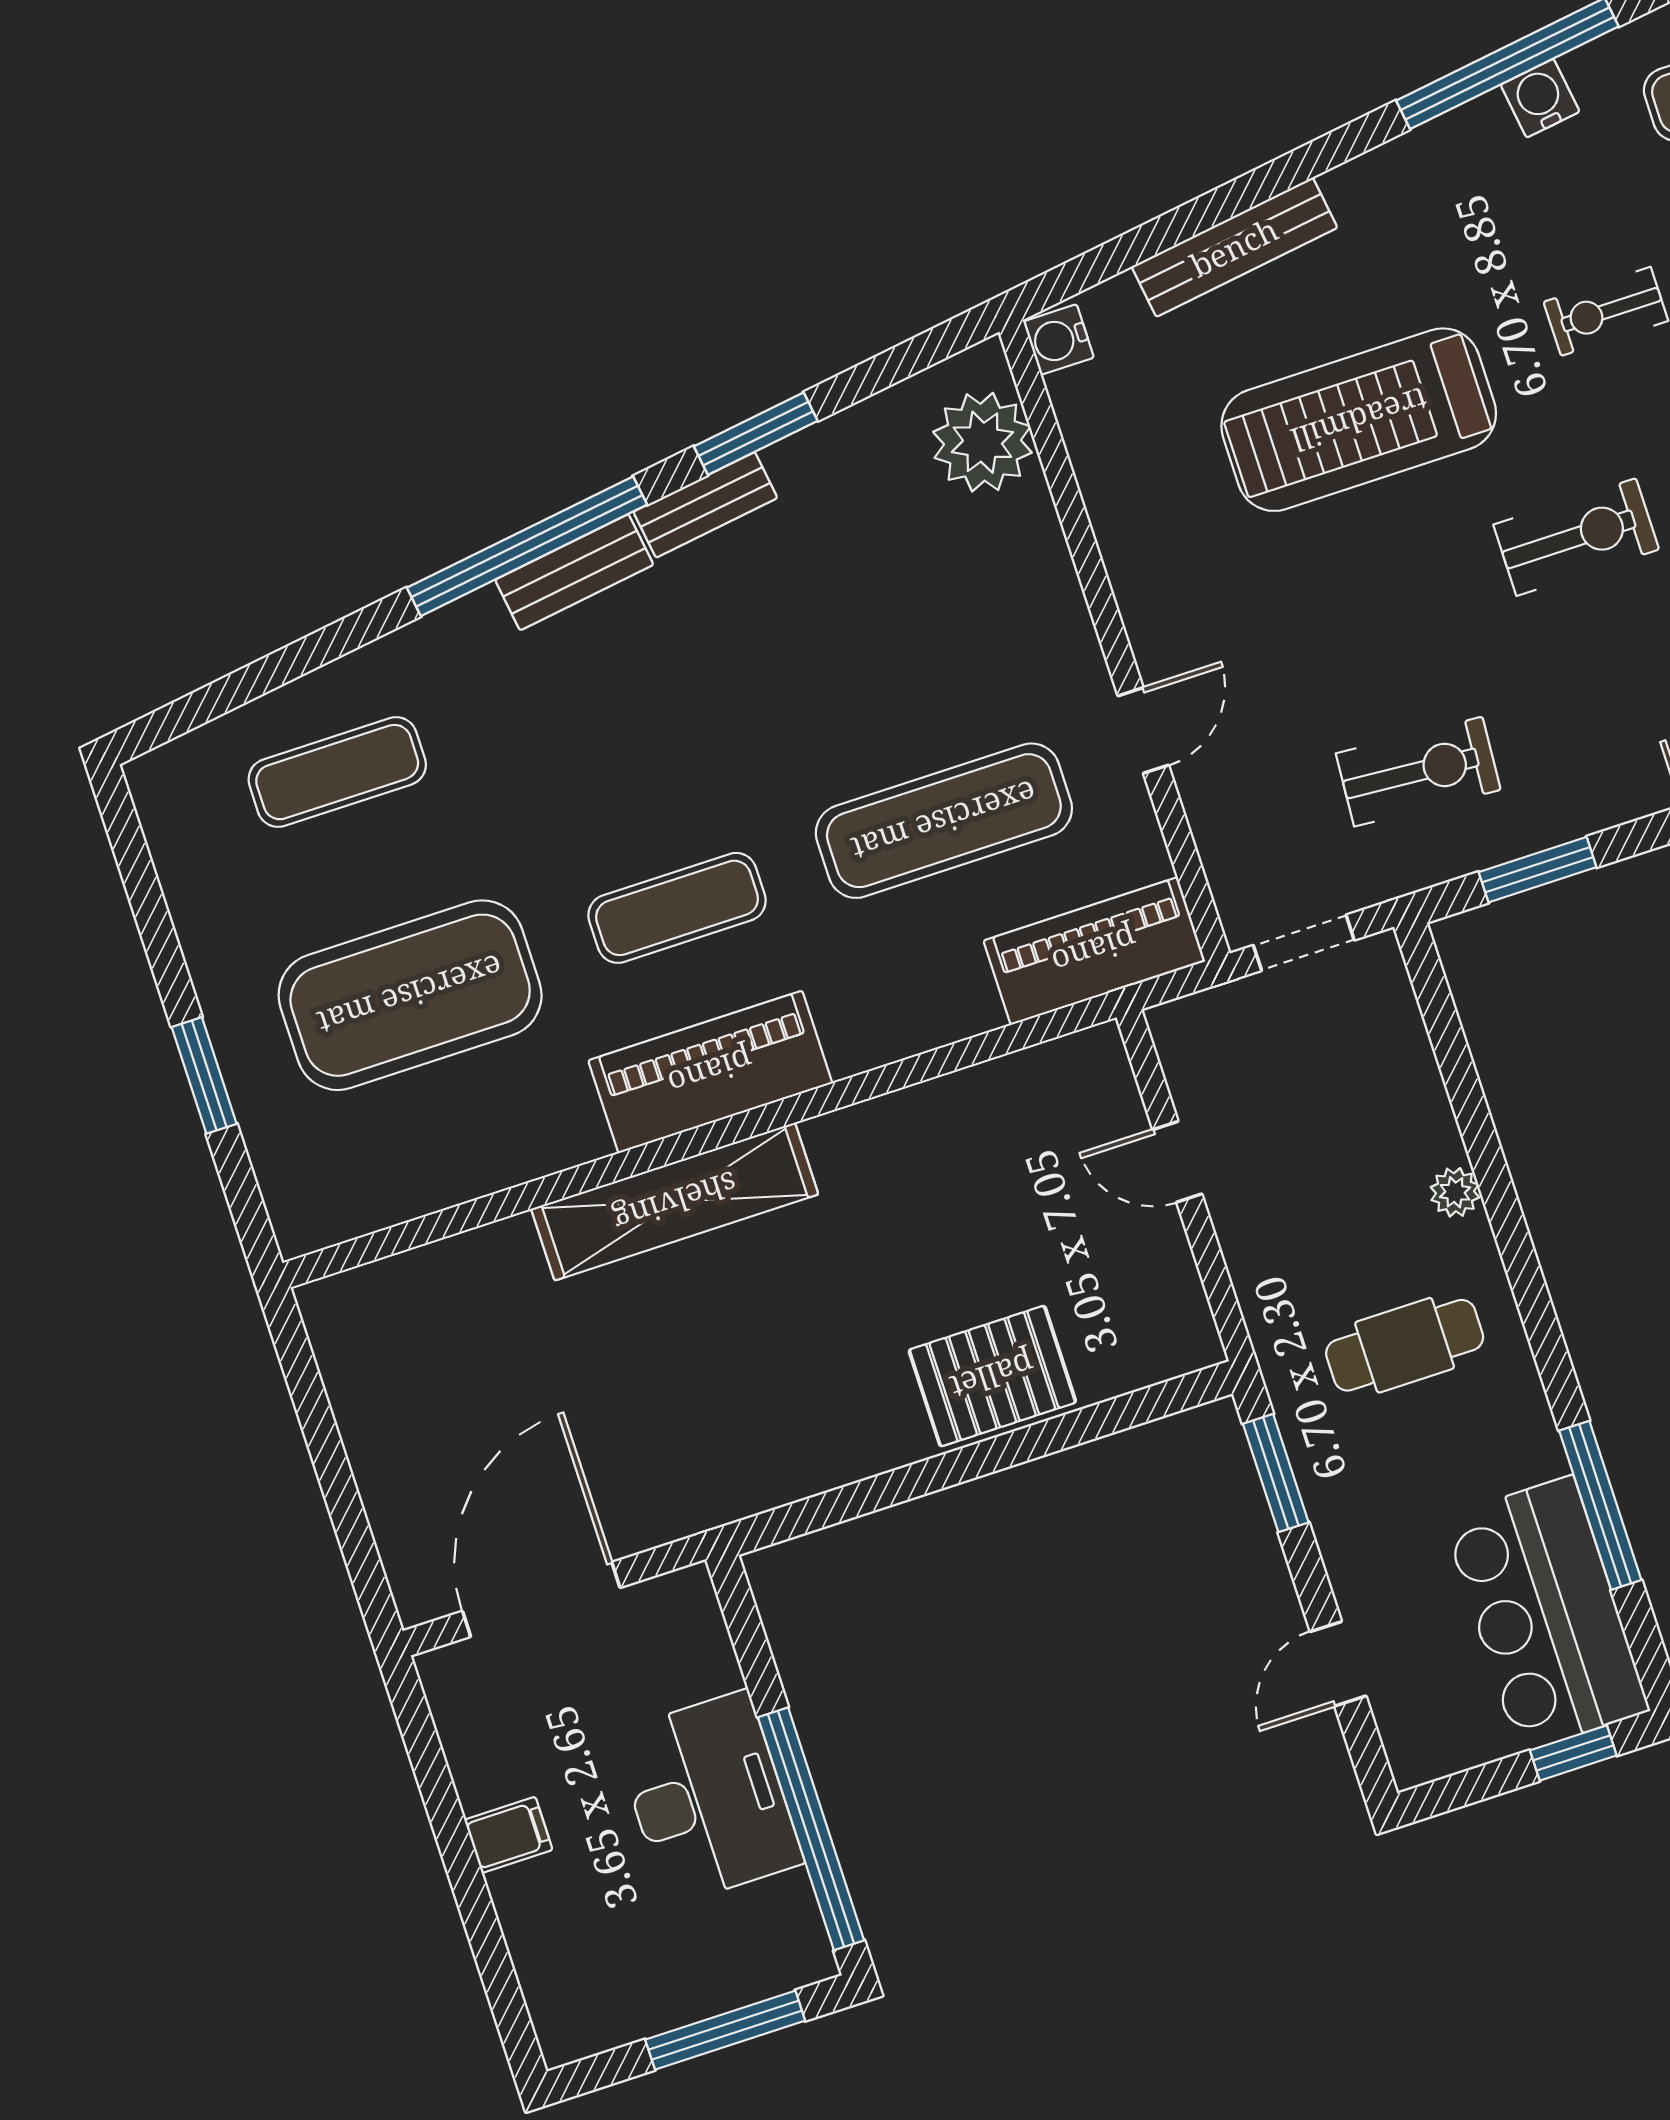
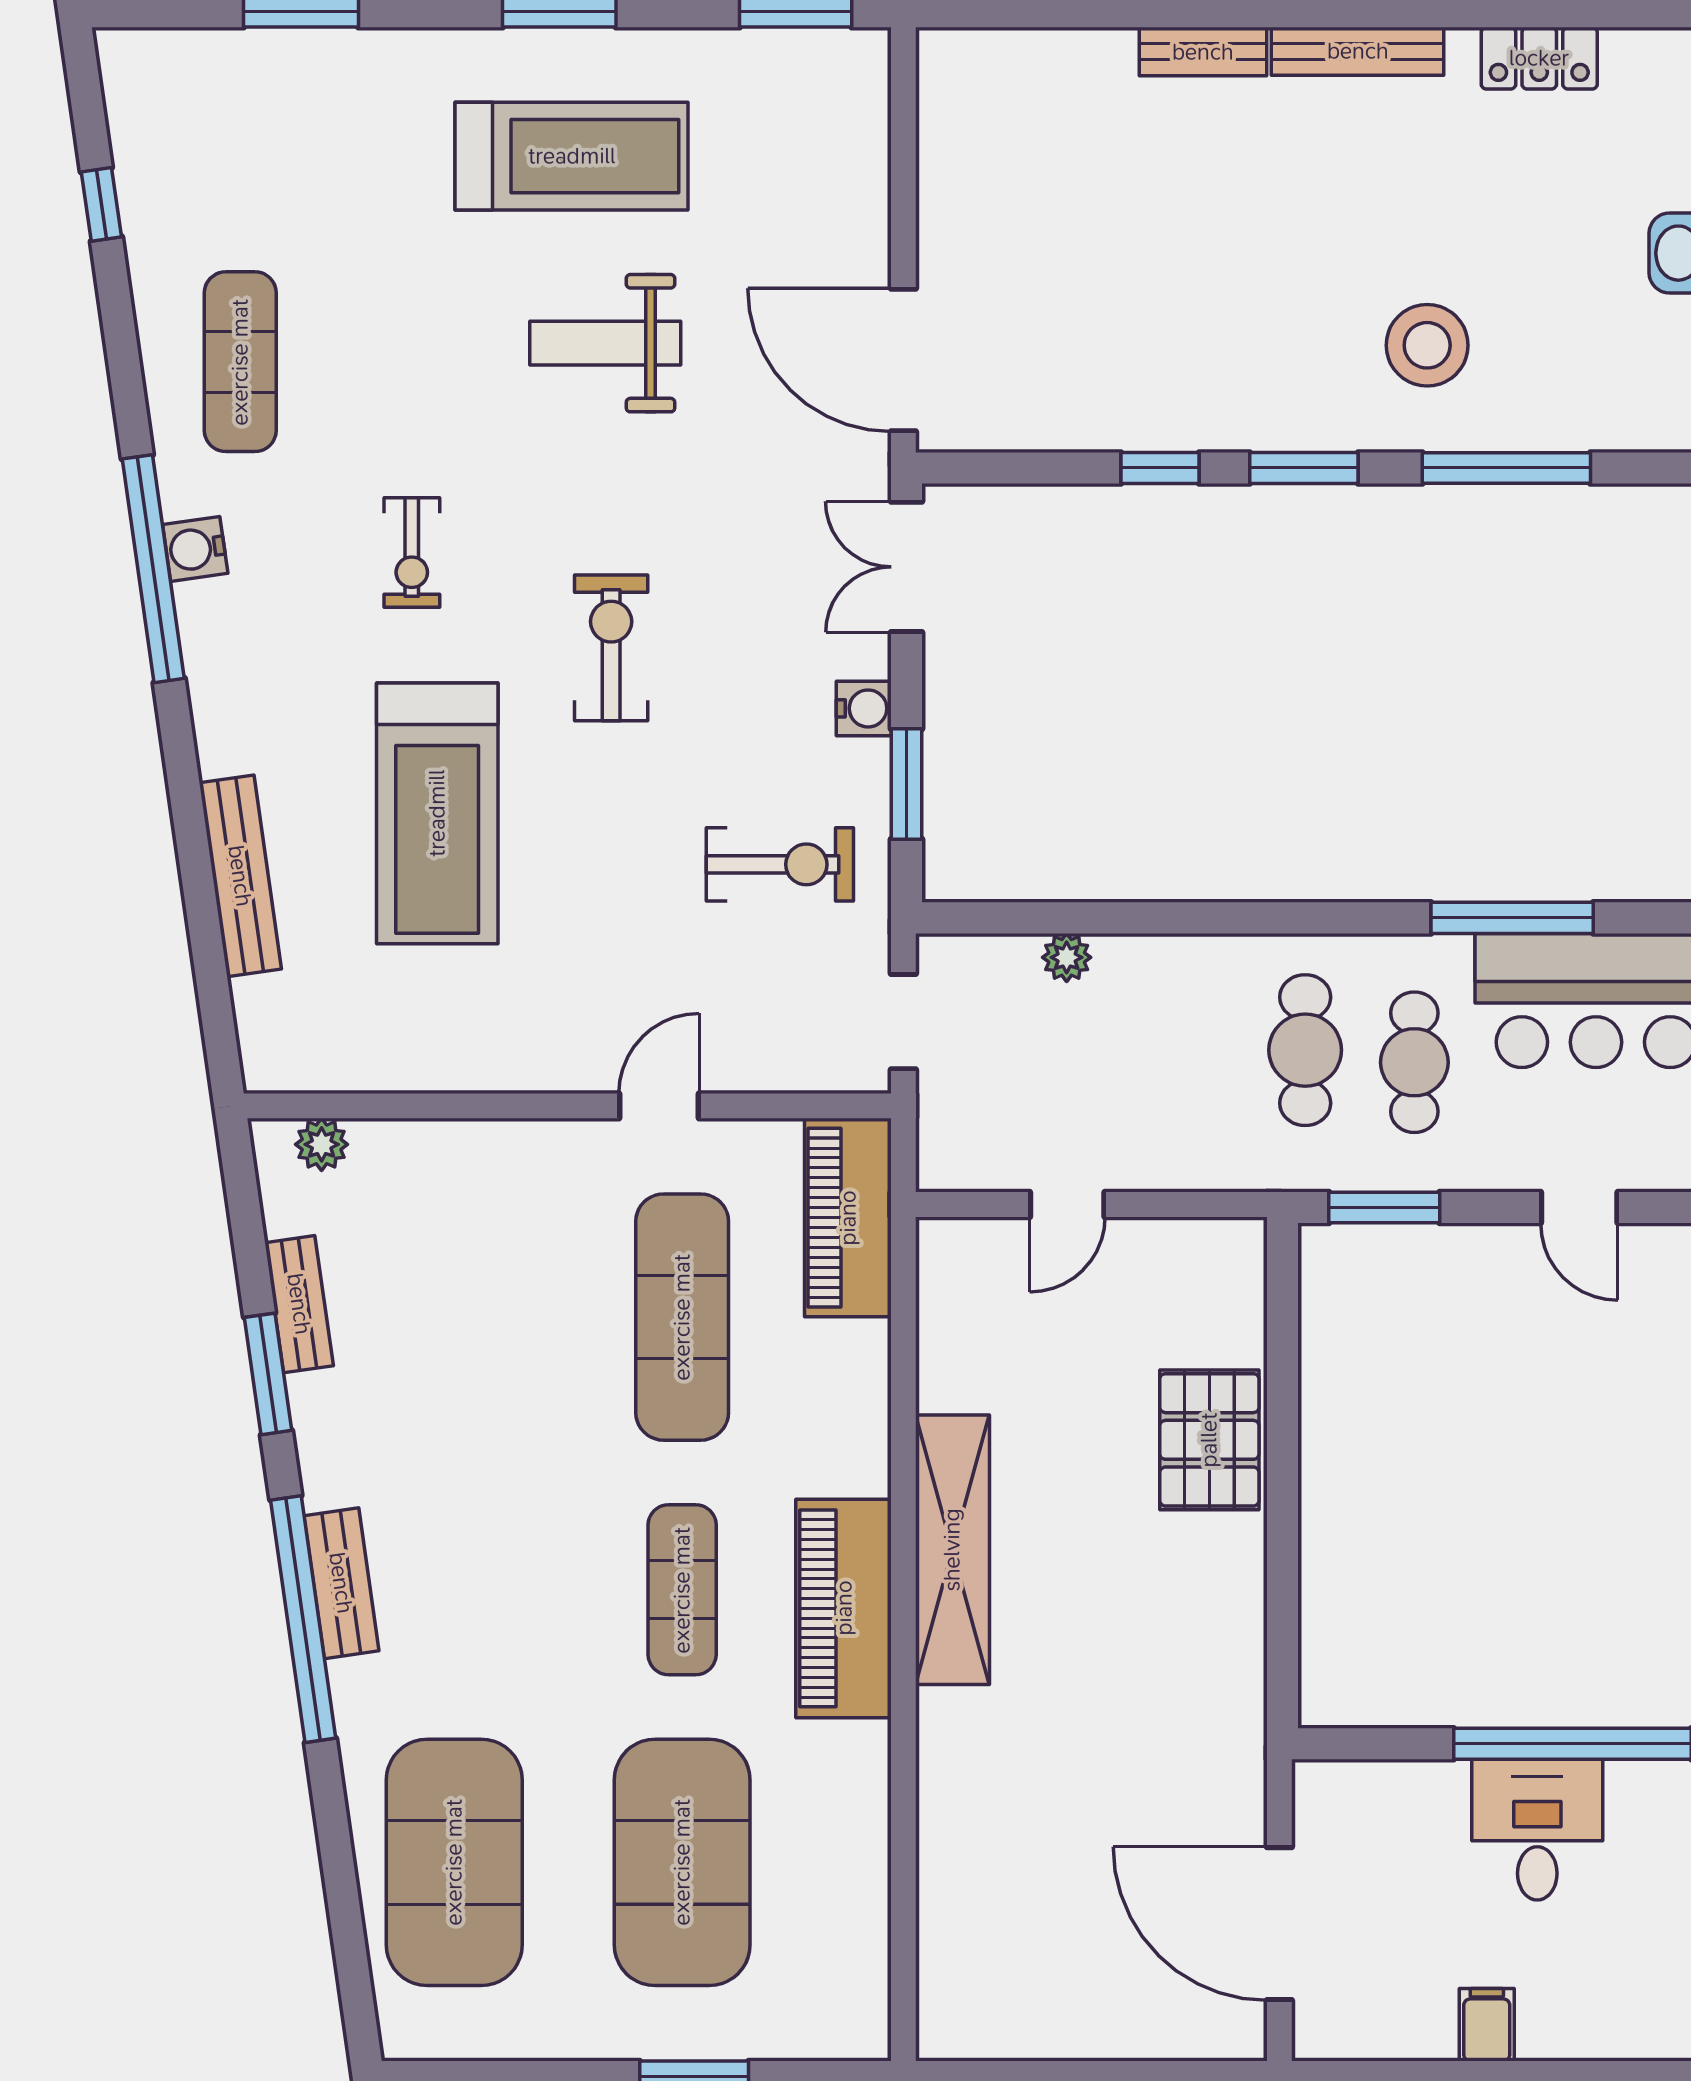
water cooler: (1059, 340) -> (864, 708), moved, turned -90
plant: (982, 442) -> (322, 1144), width x0.53, depth x0.53
bench: (705, 505) -> (299, 1304), moved
door: (1143, 730) -> (659, 1106), hinge flipped
exercise mat: (337, 772) -> (454, 1862), width x2.00, depth x1.45
exercise bike: (1418, 772) -> (780, 864), turned 86
plant: (1455, 1192) -> (1067, 957), moved
shelving: (675, 1202) -> (952, 1550), moved
cafe table: (1428, 1456) -> (1414, 1062), added
desk: (708, 1798) -> (1537, 1830), width x0.73

